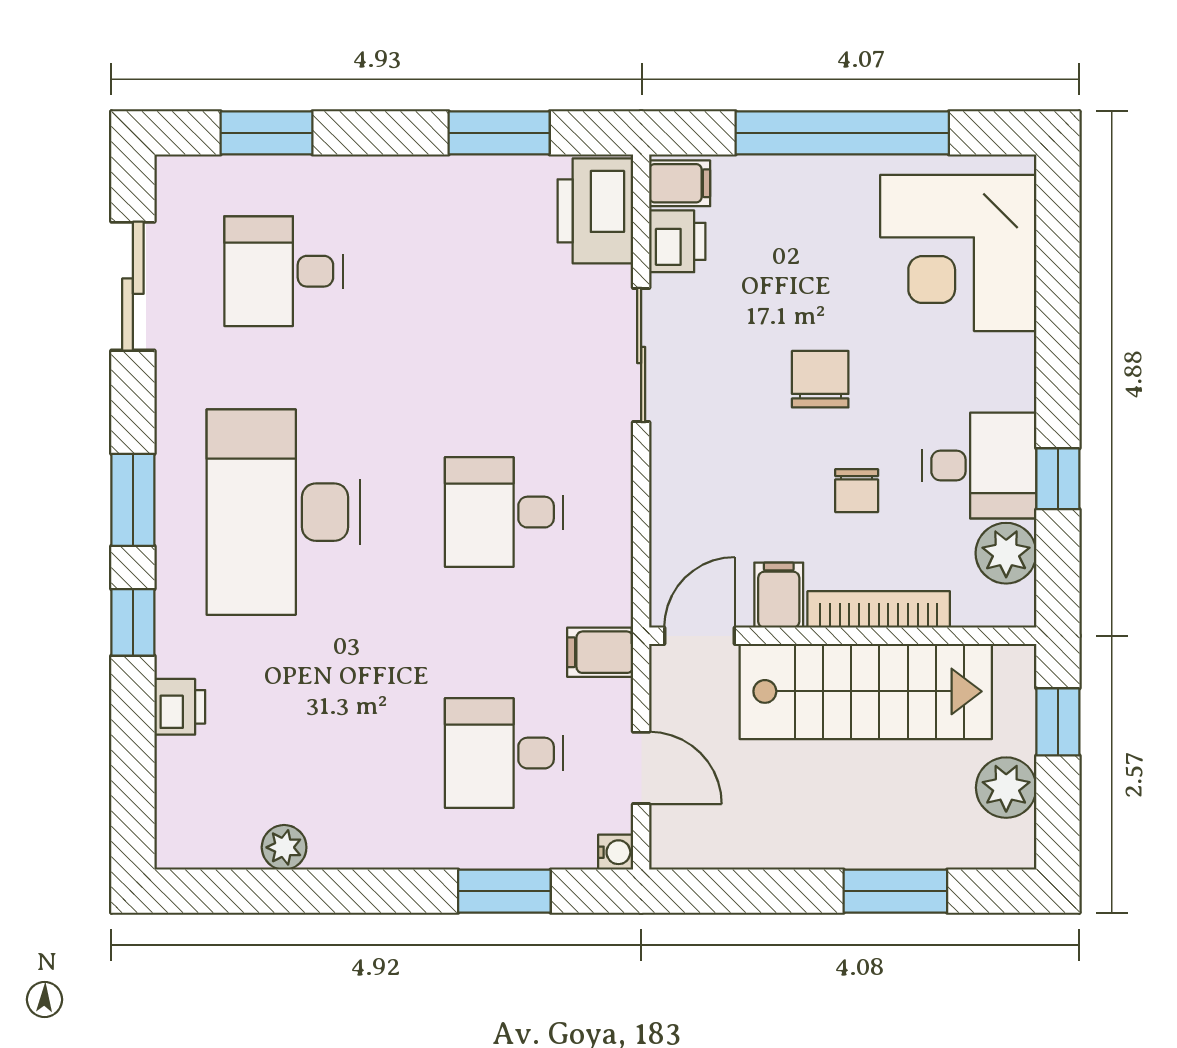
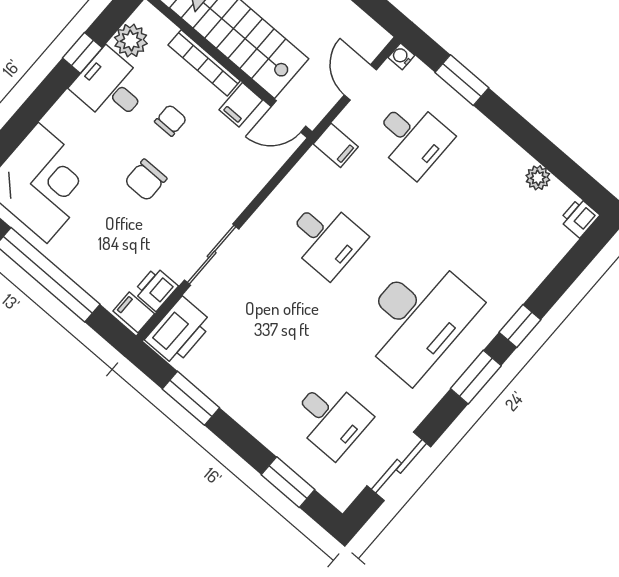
printer: (180, 707) -> (579, 218), moved

